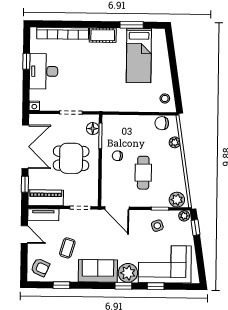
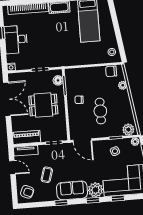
window: (25, 184) -> (9, 128), removed
window: (61, 285) -> (61, 203), moved

